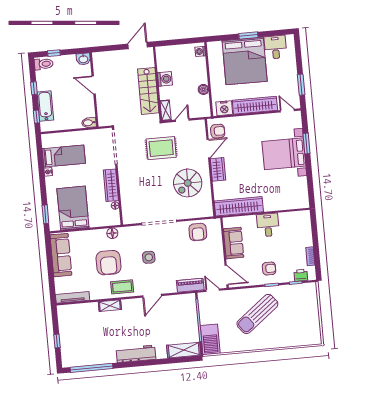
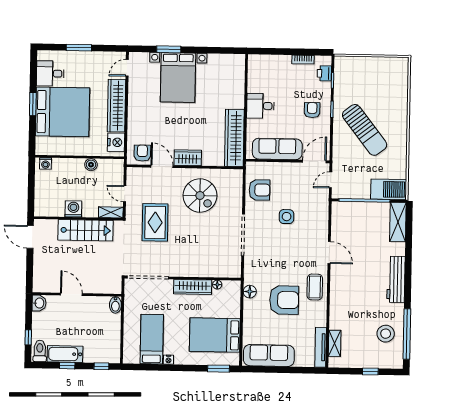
door: (94, 85) -> (71, 294), swing flipped
window: (301, 85) -> (79, 48), moved
bathtub: (45, 106) -> (65, 354), moved
sofa: (234, 243) -> (277, 149), width x1.36
side table: (149, 257) -> (287, 217), moved
piano: (190, 285) -> (322, 206), removed
shelving: (110, 306) -> (335, 343), moved
stool: (90, 350) -> (386, 334), added

